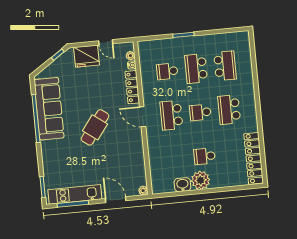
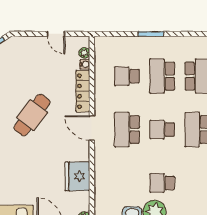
fridge: (87, 56) -> (77, 176), moved, turned 90
cafe table: (95, 127) -> (32, 115), moved

